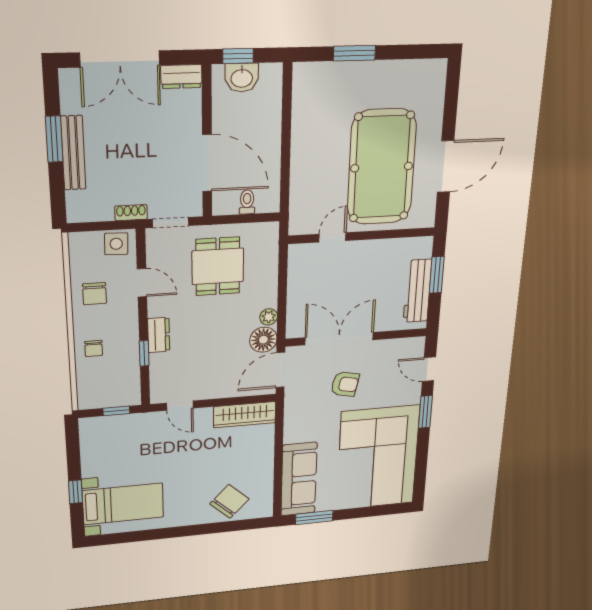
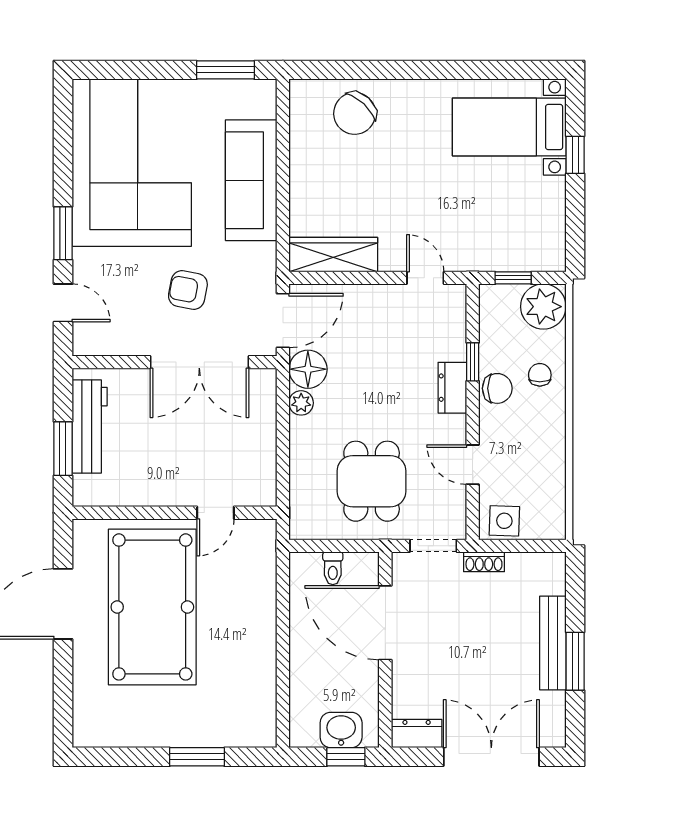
chair: (95, 294) -> (497, 388), moved, turned 90
plant: (93, 394) -> (543, 307), added
sofa: (299, 479) -> (251, 180), moved

